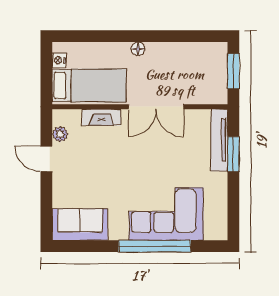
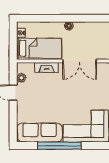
sofa: (80, 225) -> (40, 133), width x1.36
window: (155, 246) -> (59, 146), moved

